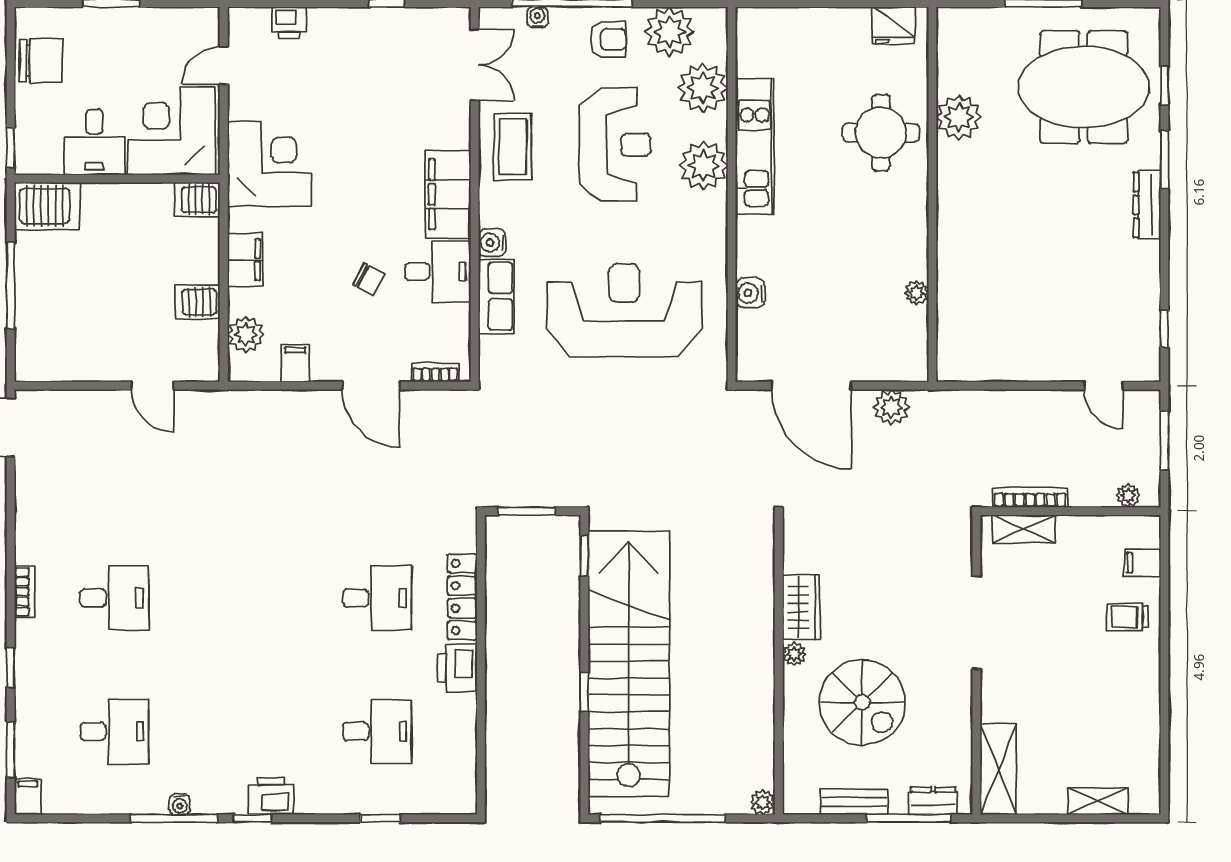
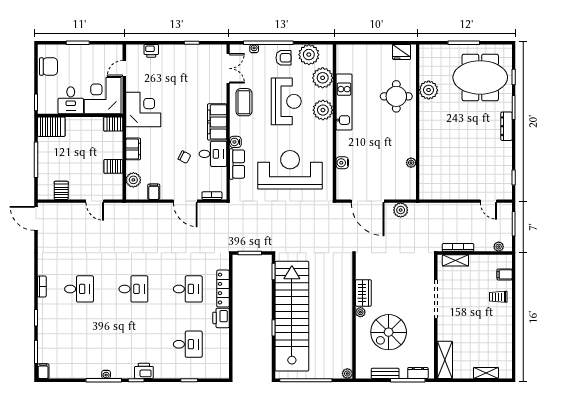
server rack: (71, 360) -> (61, 190), added
spiral stairs: (862, 702) -> (389, 332), turned 90
desk: (114, 731) -> (133, 289), moved

